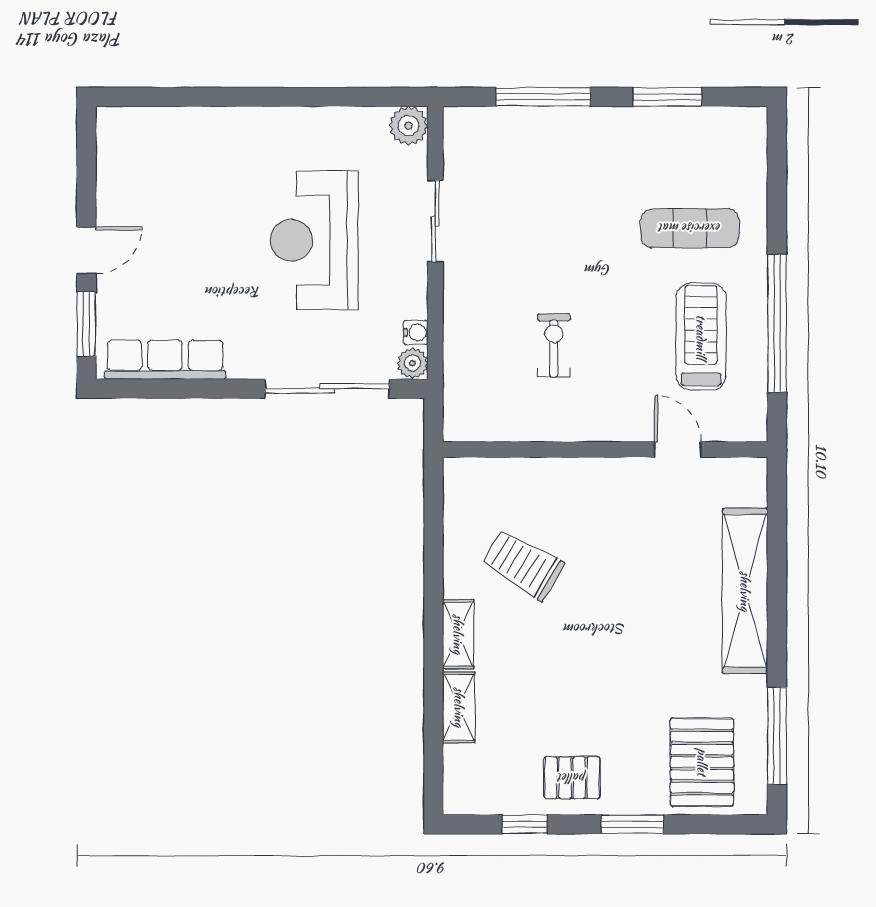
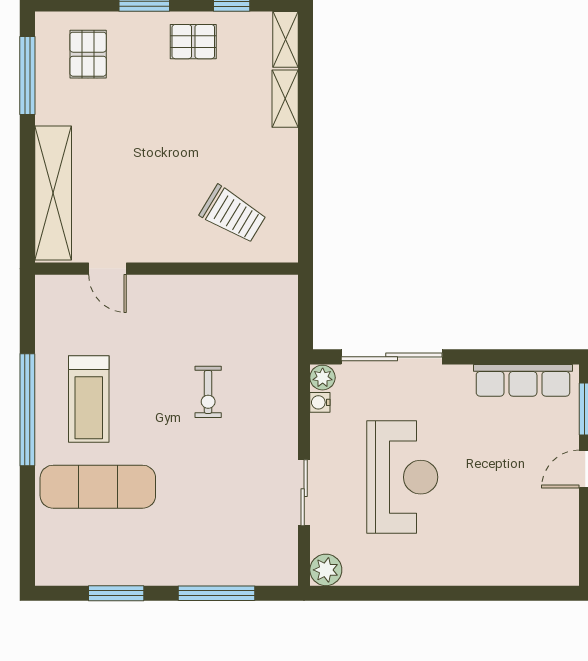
exercise mat: (690, 228) -> (98, 487), width x1.36, depth x1.45
wall: (605, 449) -> (166, 269), moved
door: (678, 449) -> (108, 269), moved
shelving: (458, 634) -> (285, 39), moved
pallet: (702, 762) -> (88, 54), width x0.67, depth x0.71

